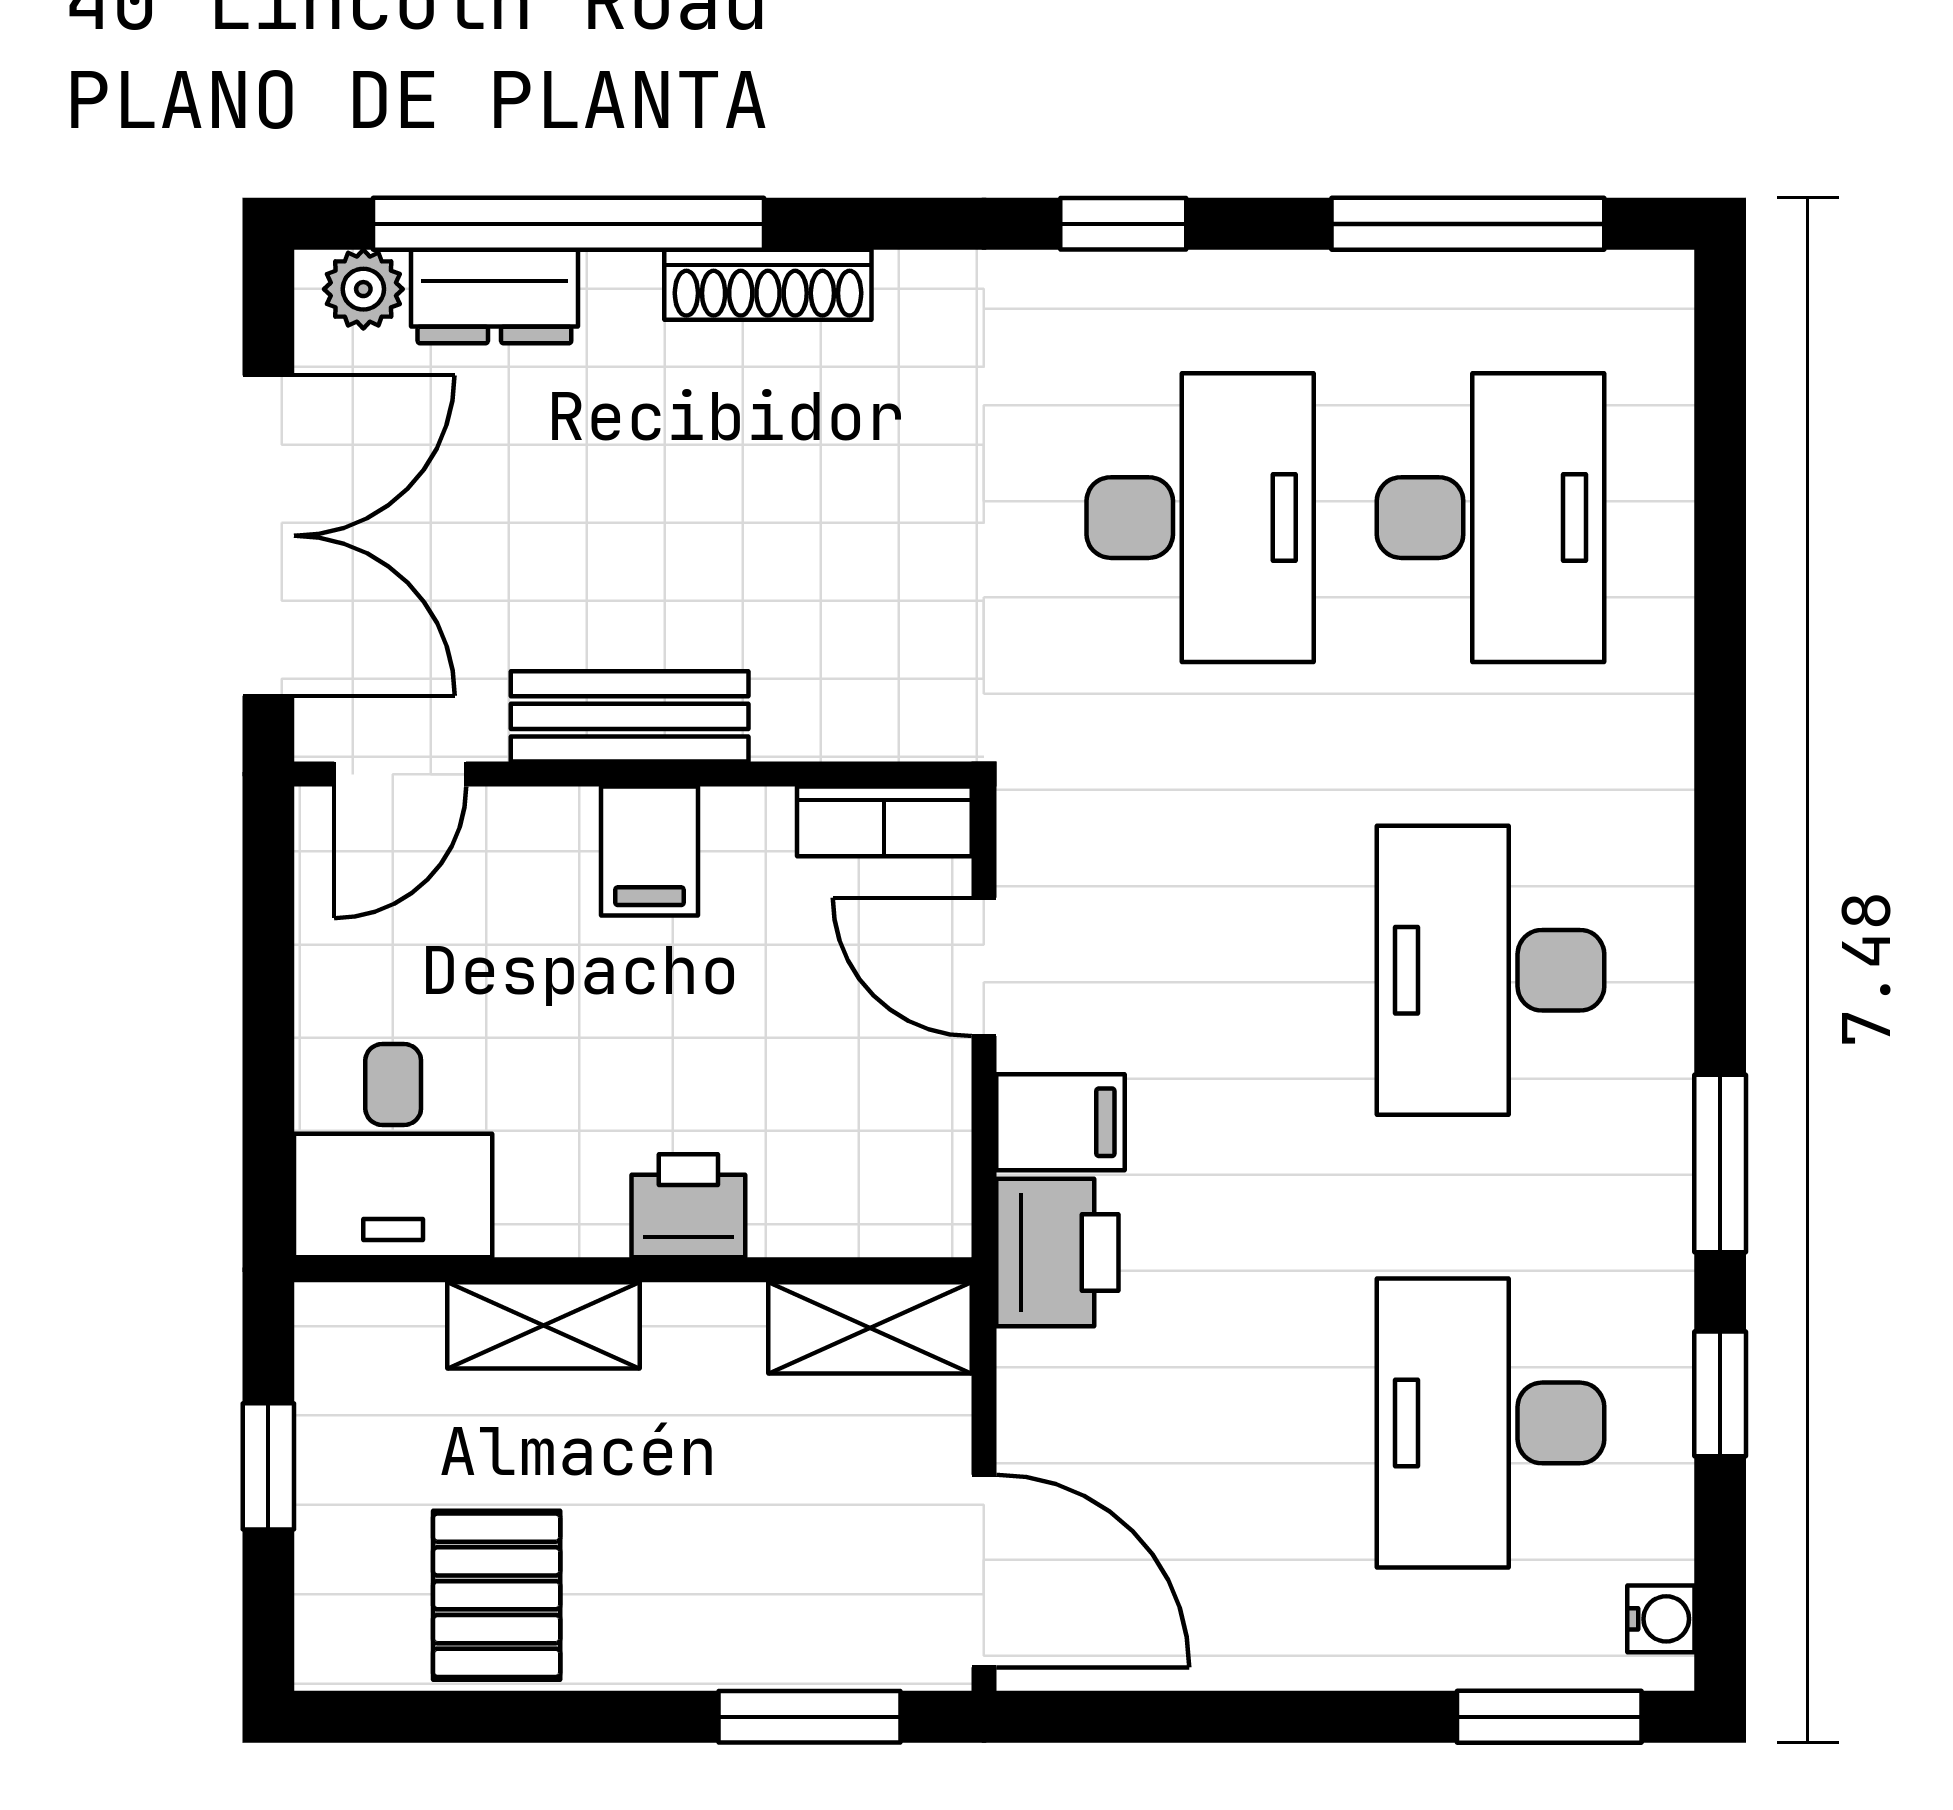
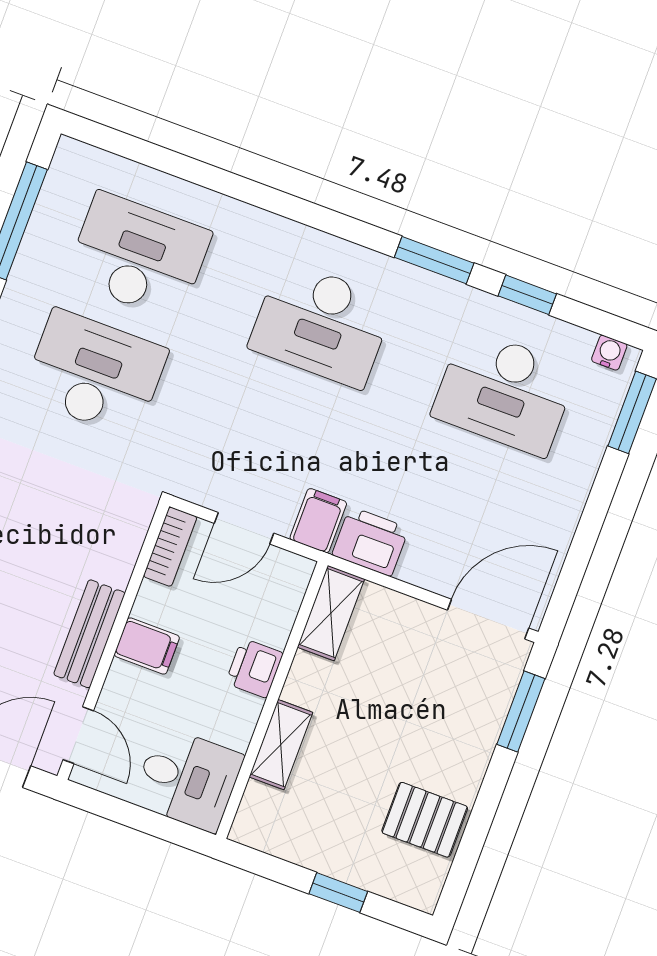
desk: (393, 1151) -> (188, 779), moved
printer: (688, 1206) -> (254, 668), moved
wall: (633, 1270) -> (272, 700), moved
shelving: (544, 1325) -> (281, 745), moved
shelving: (870, 1328) -> (331, 613), moved

